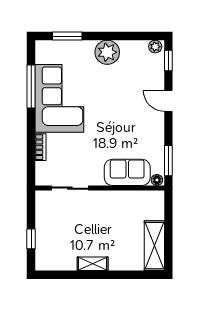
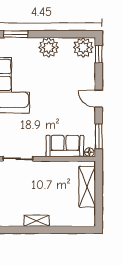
plant: (155, 47) -> (83, 47), width x1.88, depth x1.88
door: (168, 101) -> (99, 99), moved
shelving: (154, 246) -> (87, 187), moved

